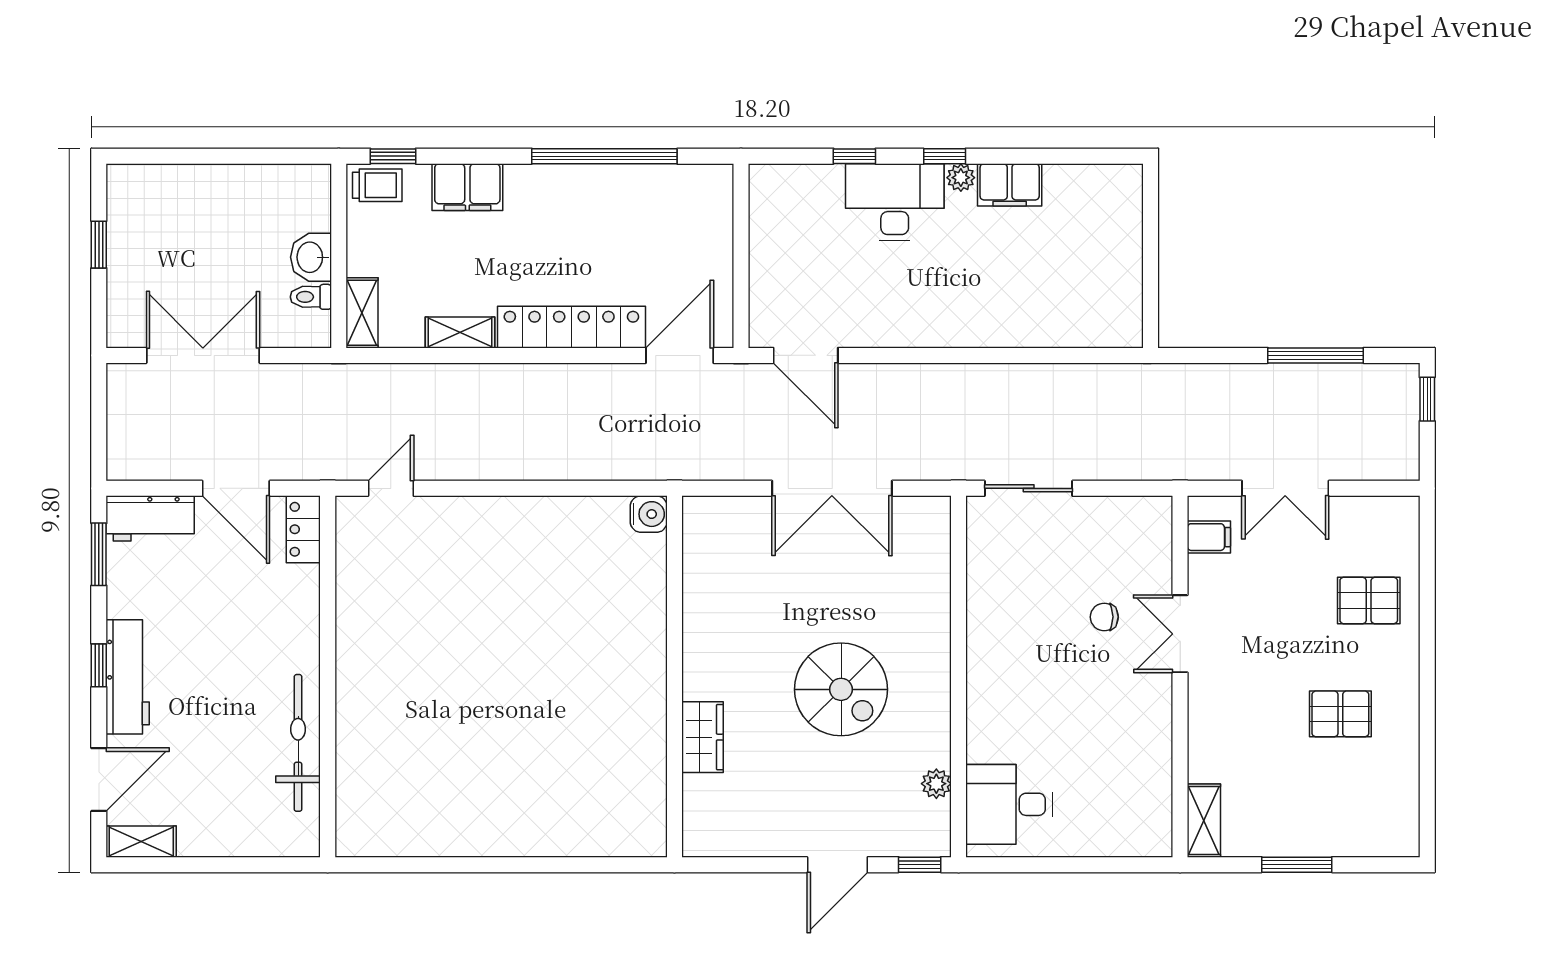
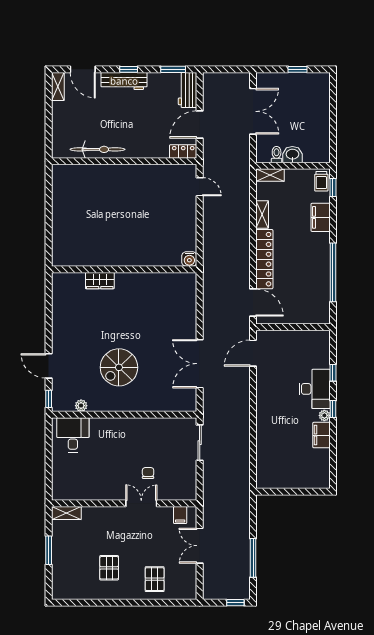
water cooler: (649, 514) -> (189, 259), moved
wall: (674, 676) -> (124, 269), moved
wardrobe: (702, 737) -> (100, 281), moved

